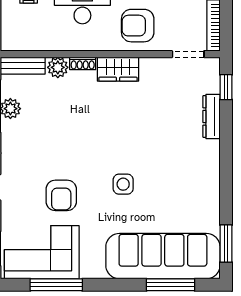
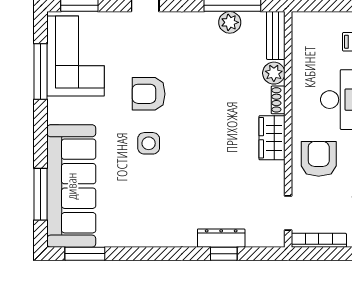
window: (226, 87) -> (224, 254), moved
armchair: (61, 195) -> (149, 94), moved

